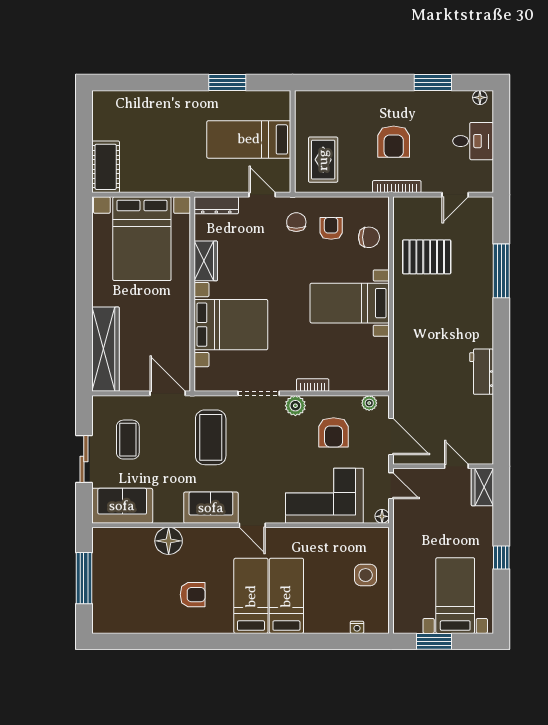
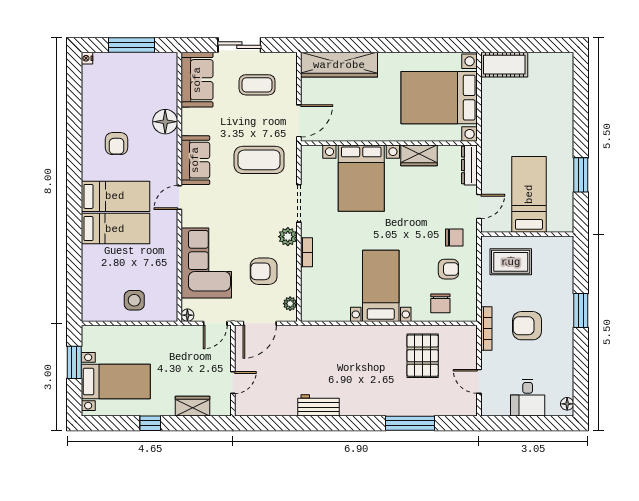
window: (433, 83) -> (581, 310), moved
wardrobe: (482, 487) -> (192, 406), moved
nightstand: (357, 627) -> (87, 58), moved

